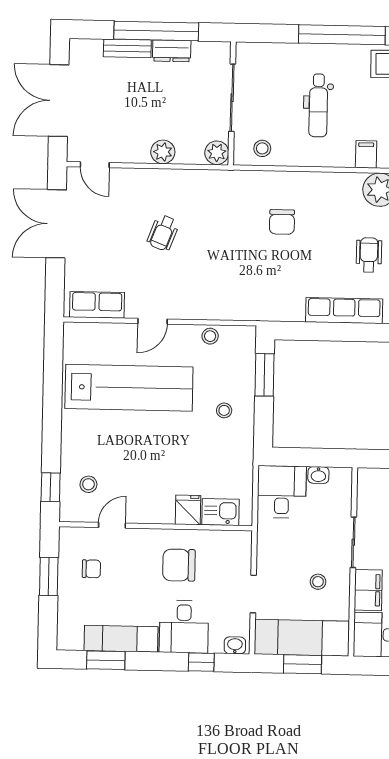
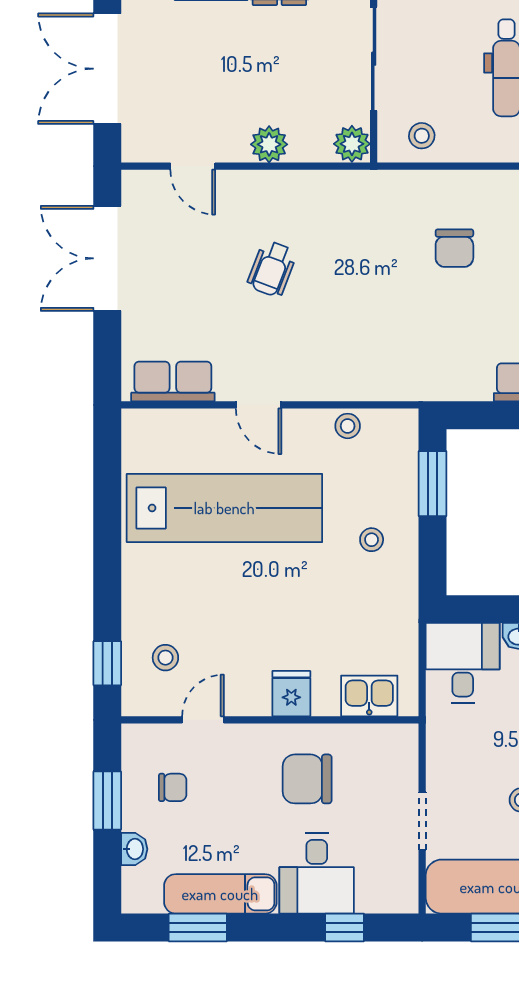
door: (95, 165) -> (193, 166), moved
door: (152, 321) -> (259, 405), hinge flipped
fridge: (188, 510) -> (291, 694), moved
washbasin: (235, 645) -> (134, 849), moved, turned 90

